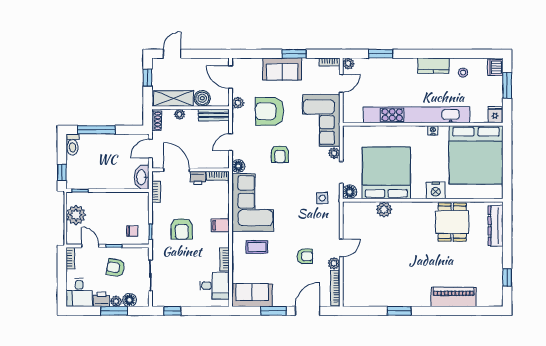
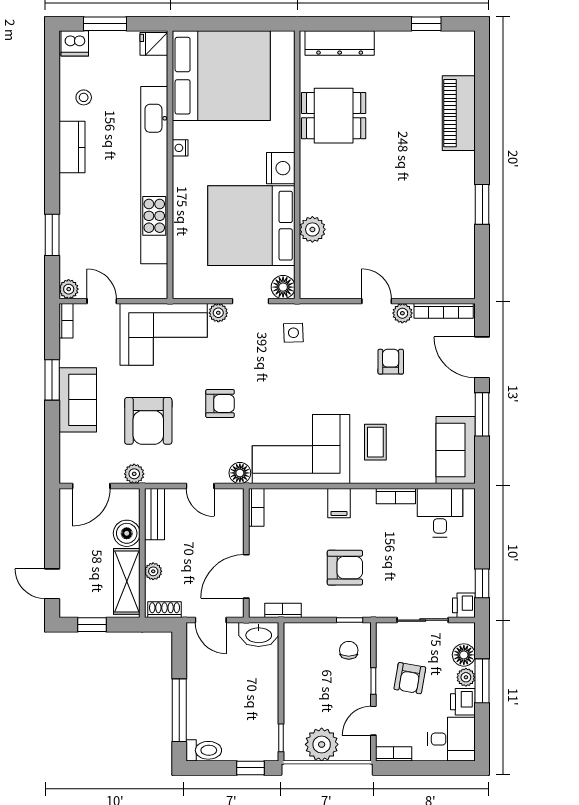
printer: (198, 178) -> (464, 605), moved, turned 180
nightstand: (436, 190) -> (281, 168), moved

